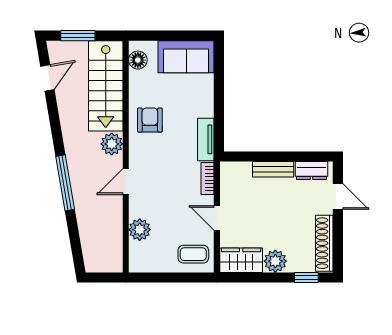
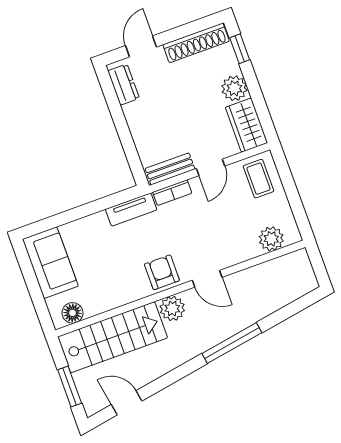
armchair: (150, 120) -> (162, 272), moved, turned 90
bench: (273, 169) -> (170, 169), moved, turned 90
plant: (140, 230) -> (271, 239), moved

